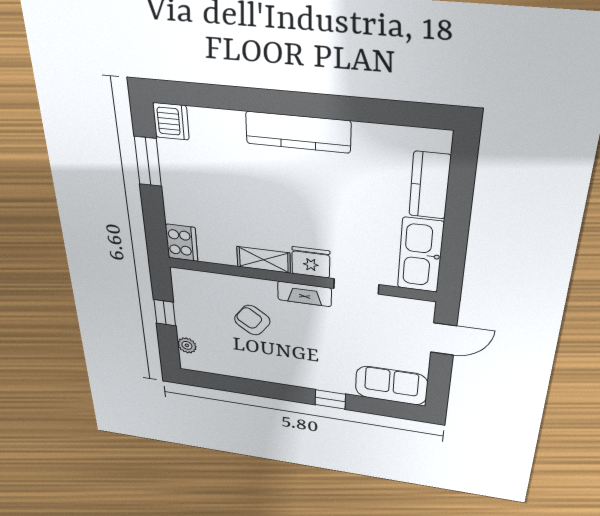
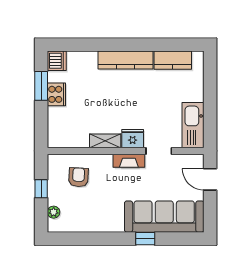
kitchen counter: (430, 185) -> (173, 60), moved, turned -90
cooker: (182, 243) -> (56, 94), moved
armchair: (252, 320) -> (79, 177), moved, turned 57
door: (444, 339) -> (210, 179), swing flipped
sofa: (391, 386) -> (164, 217), width x1.85, depth x1.27

